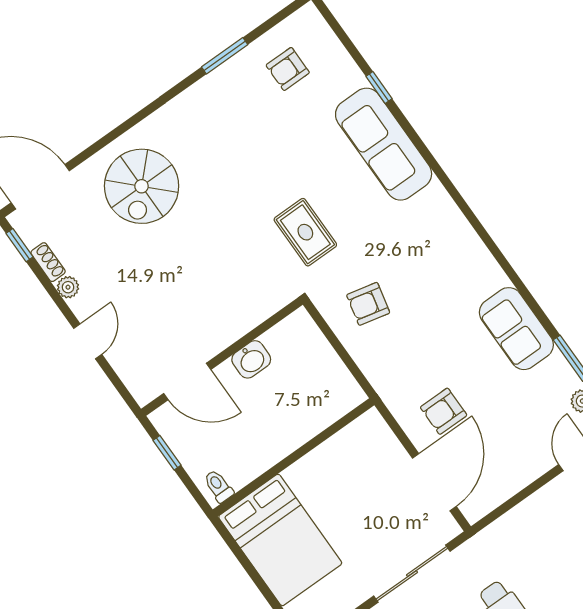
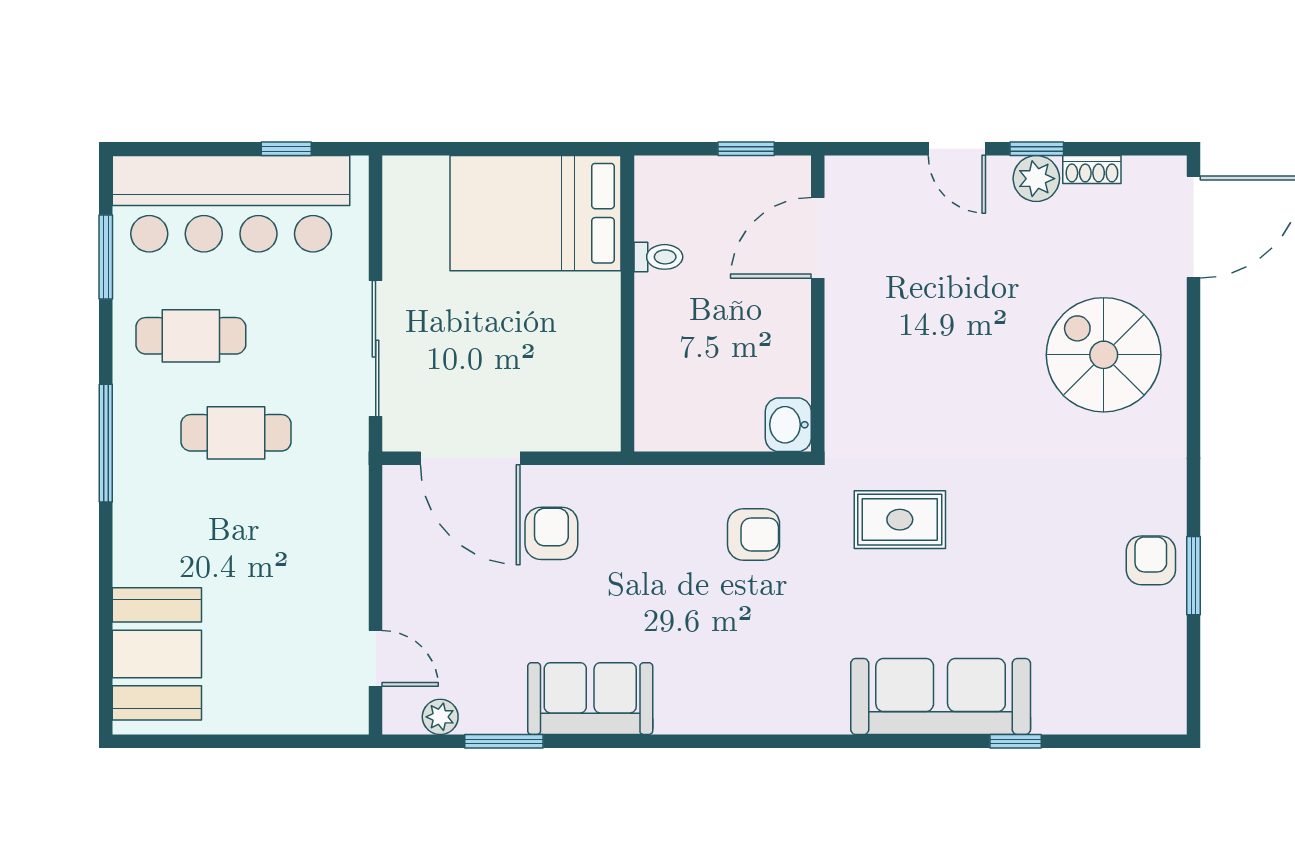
armchair: (288, 69) -> (1151, 560), moved
window: (19, 245) -> (1037, 149), moved
plant: (68, 287) -> (1036, 179), width x1.38, depth x1.38
armchair: (368, 304) -> (754, 534), turned 77
washbasin: (251, 359) -> (788, 425), moved
toilet: (218, 486) -> (658, 257), moved

